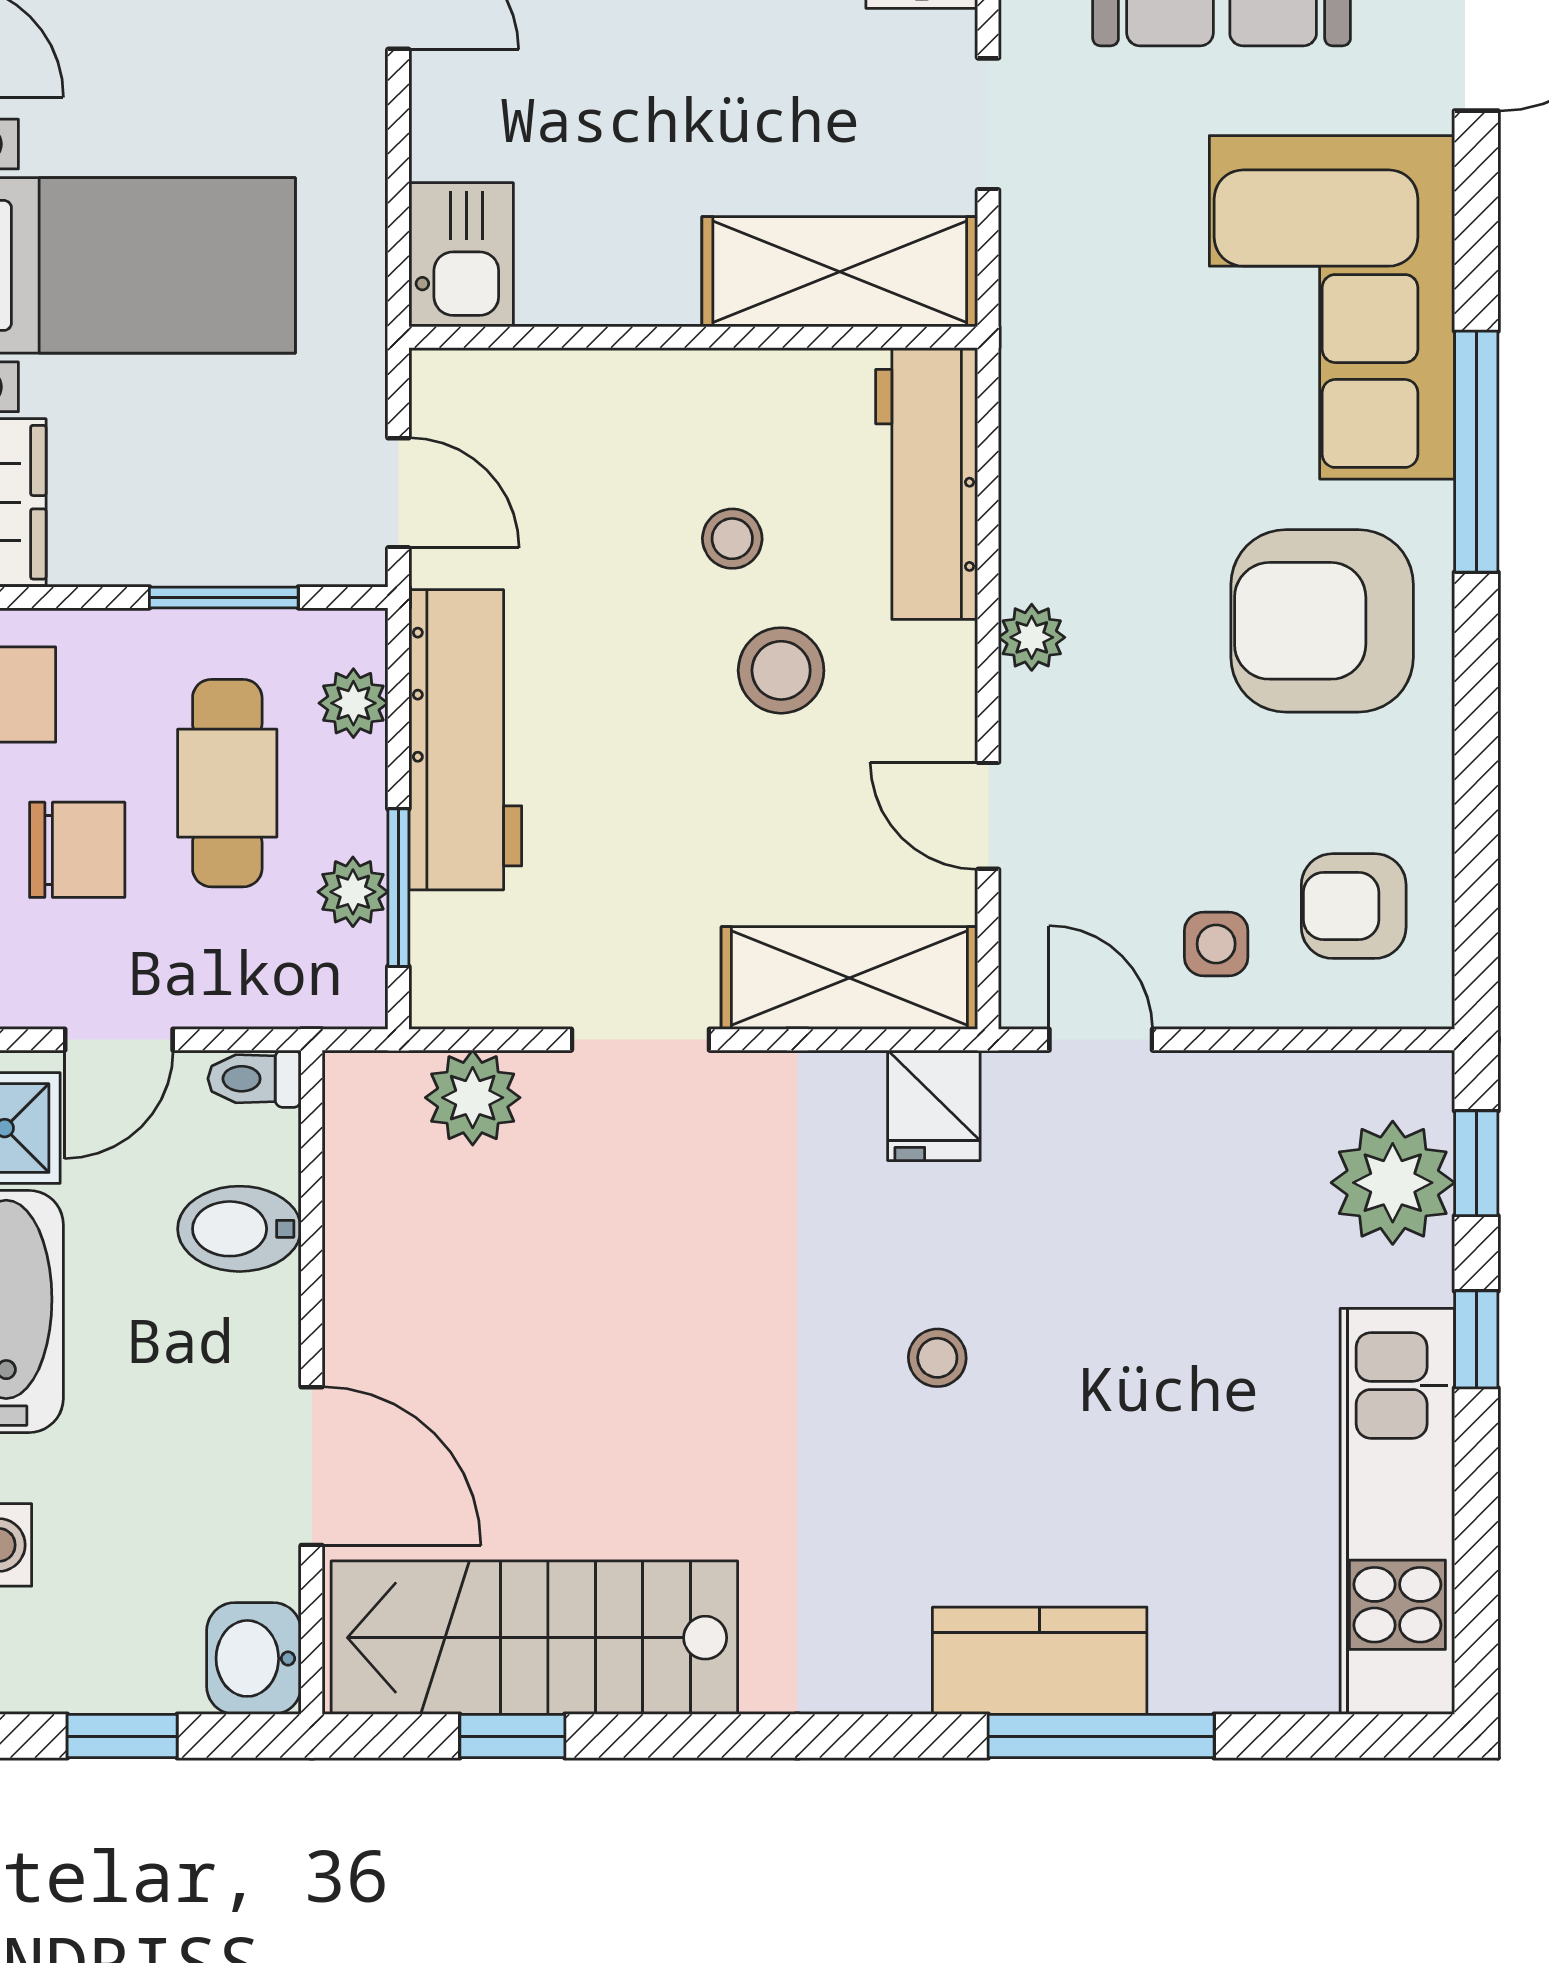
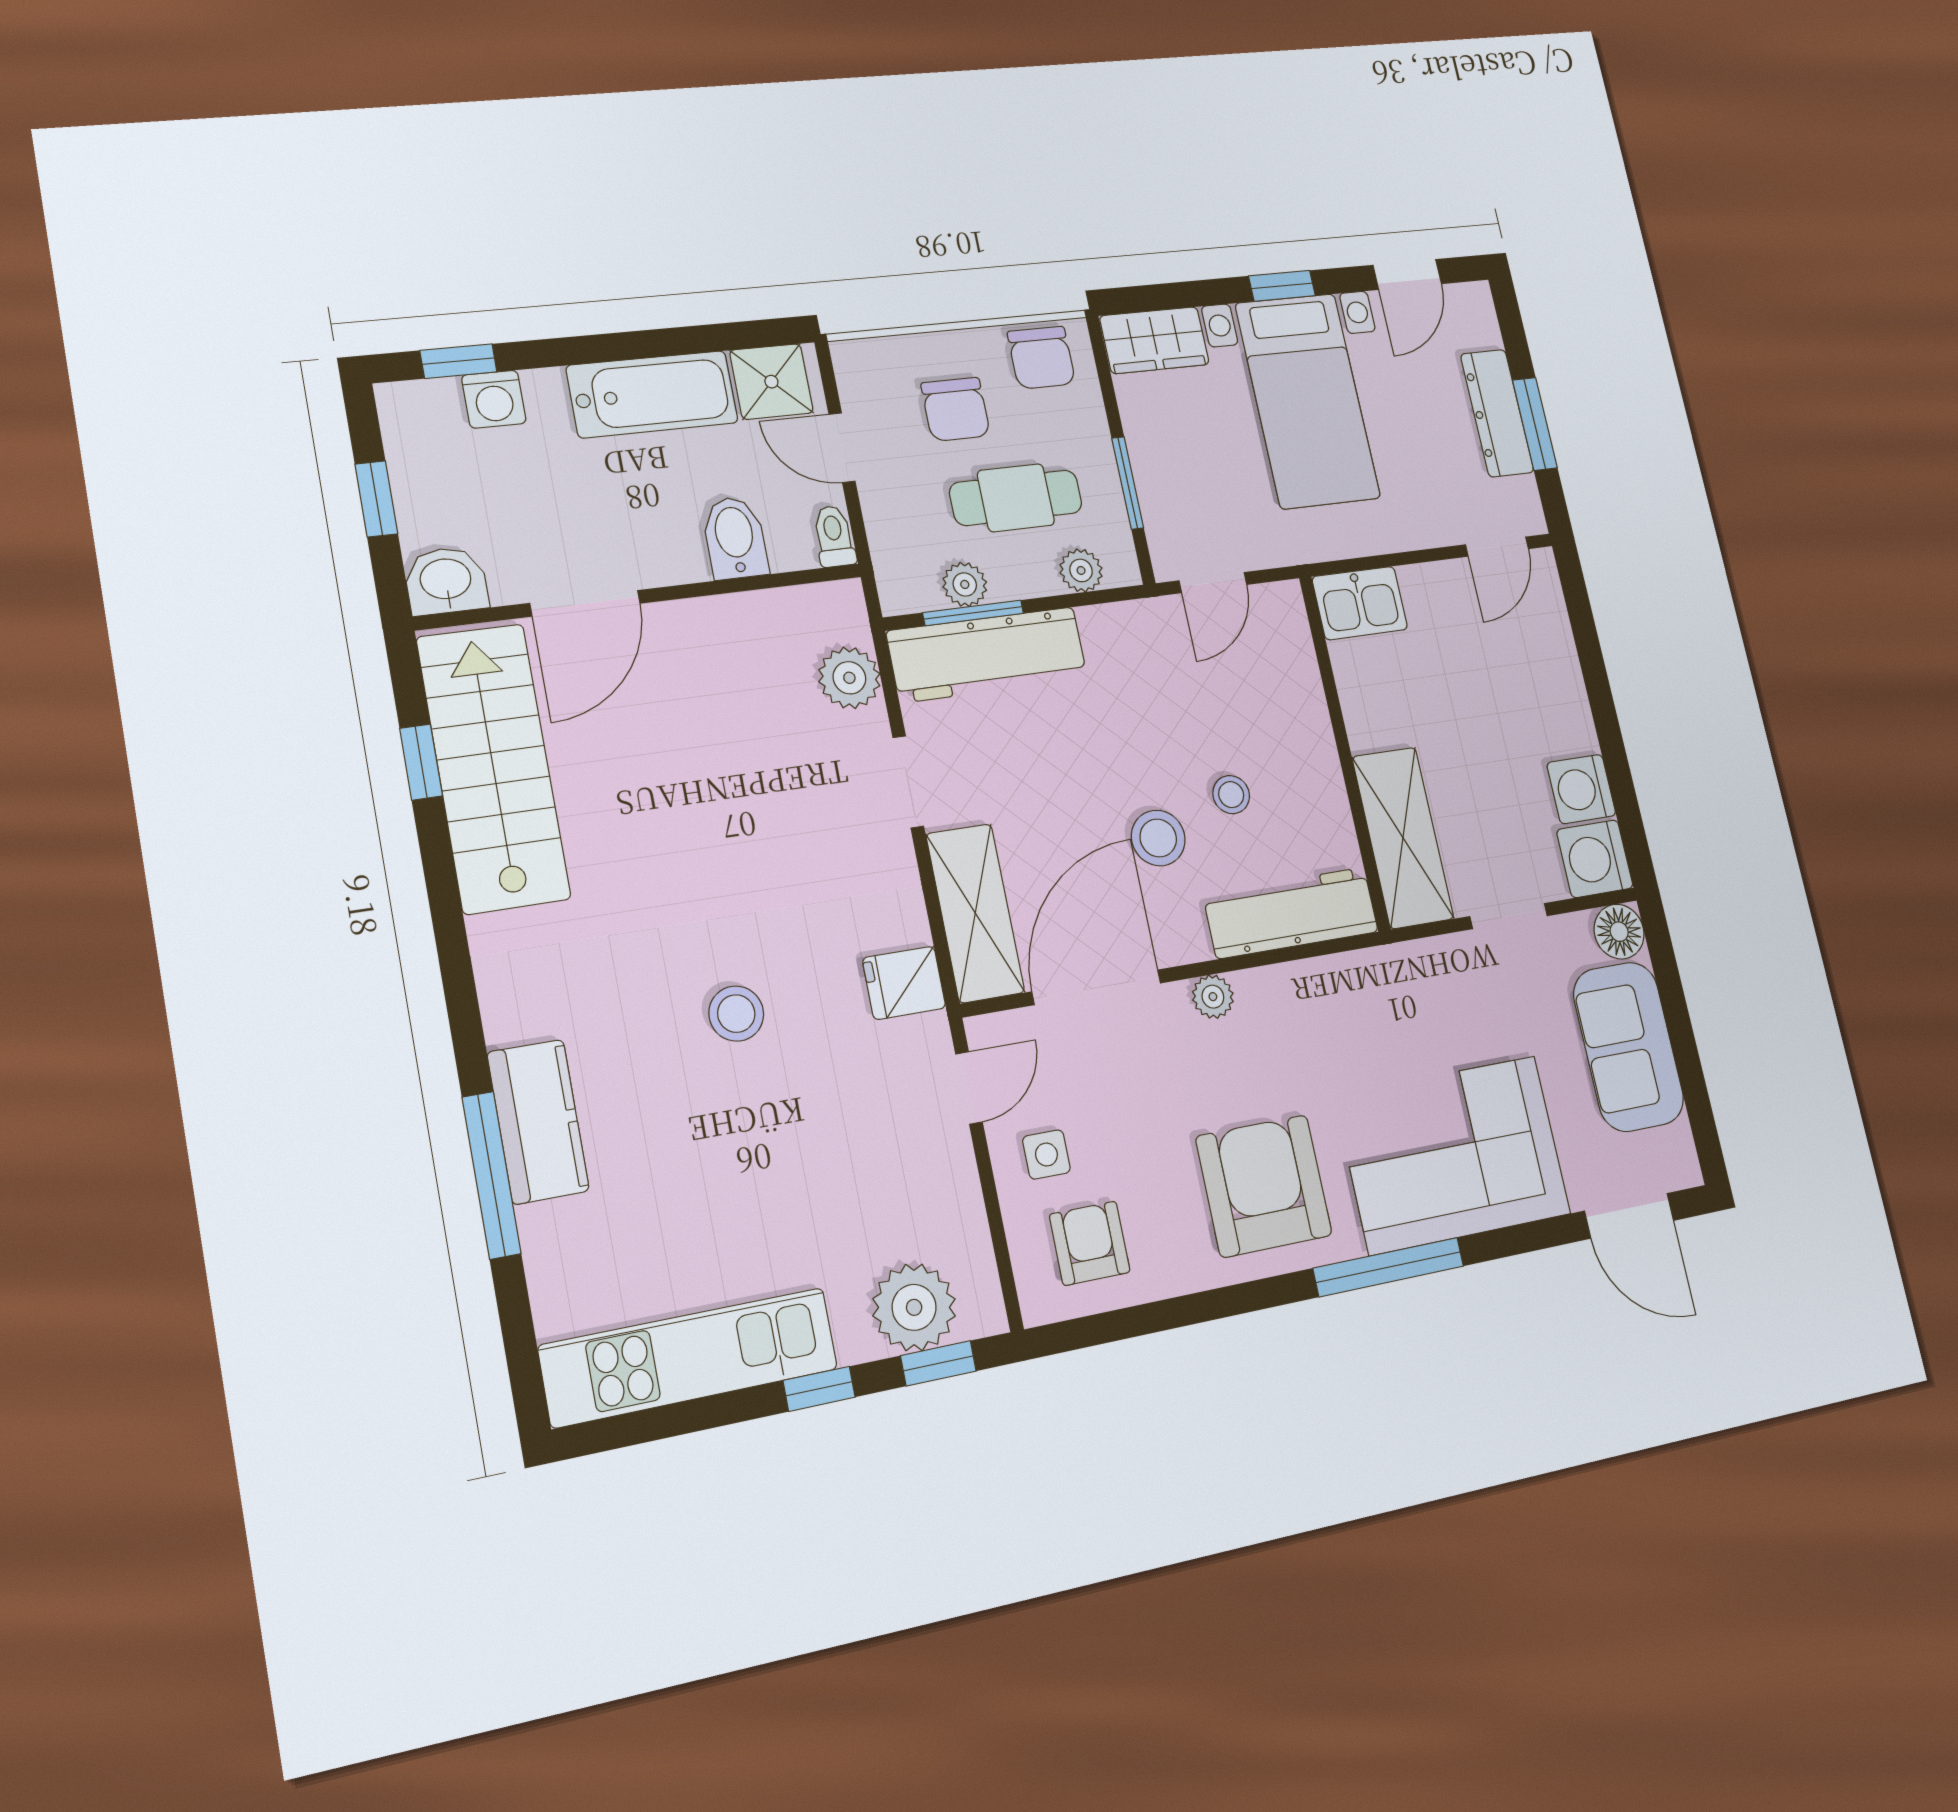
workbench: (465, 740) -> (987, 655), moved
door: (988, 816) -> (1097, 987), width x1.88
stool: (937, 1358) -> (736, 1014), width x1.37, depth x1.37

